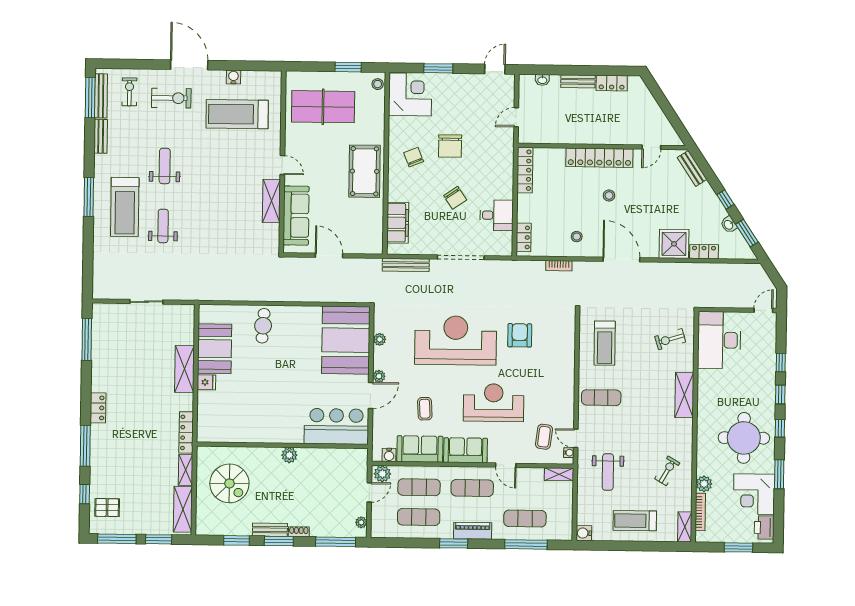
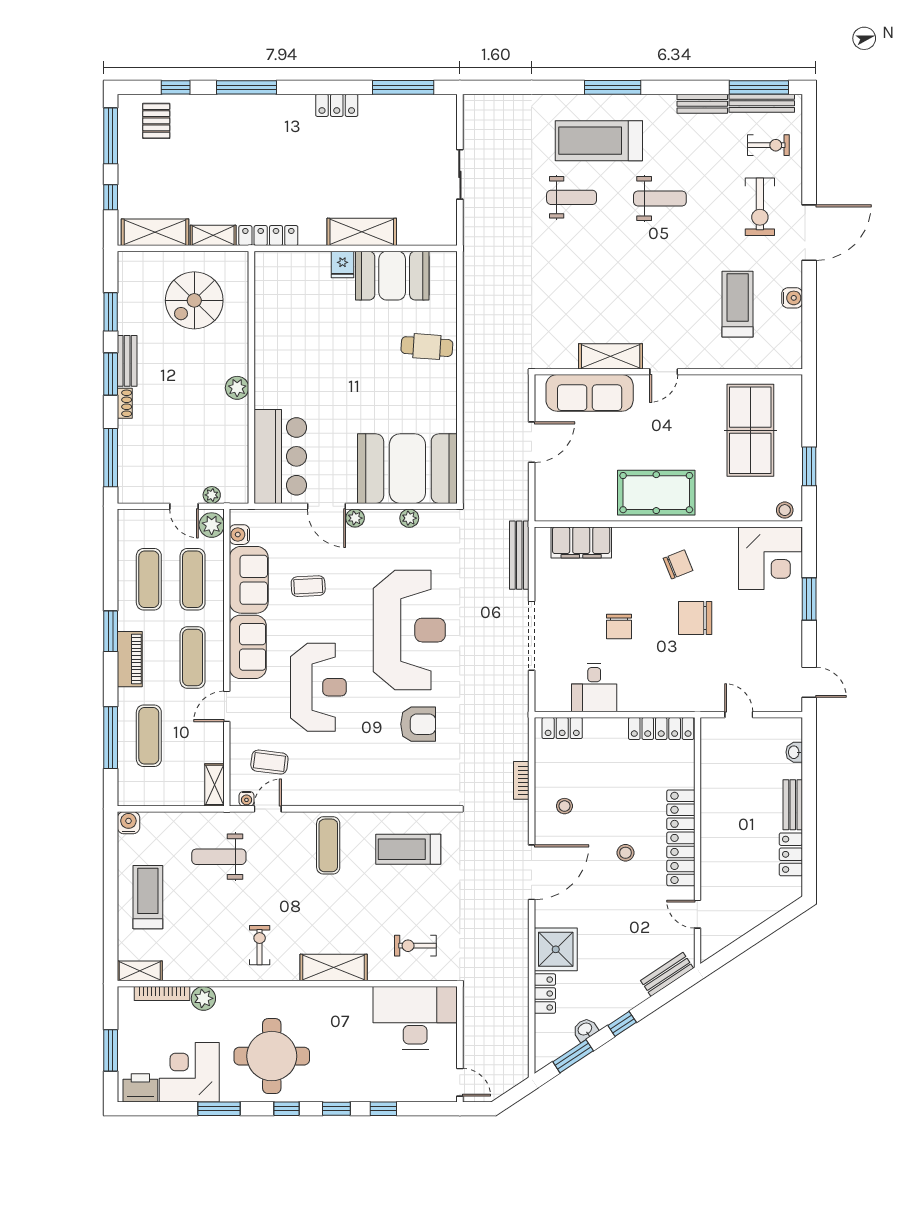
treadmill: (237, 114) -> (738, 304), width x0.73, depth x0.73
chair: (455, 198) -> (619, 627), turned -56
exercise bike: (670, 339) -> (415, 946), turned -73
locker: (98, 408) -> (337, 105), moved
exercise bike: (667, 471) -> (260, 945), moved, turned -120
plant: (361, 522) -> (212, 495), moved
window: (159, 539) -> (111, 197), width x0.67

